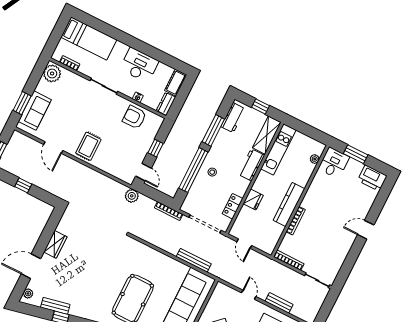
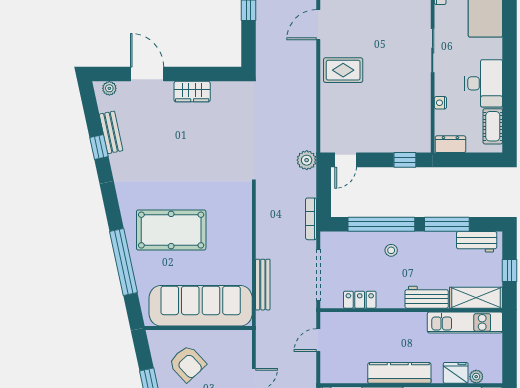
cot: (176, 83) -> (493, 126), moved, turned 90
armchair: (134, 117) -> (412, 112), removed
window: (156, 148) -> (405, 160), moved
fridge: (253, 199) -> (456, 373), moved, turned 180

